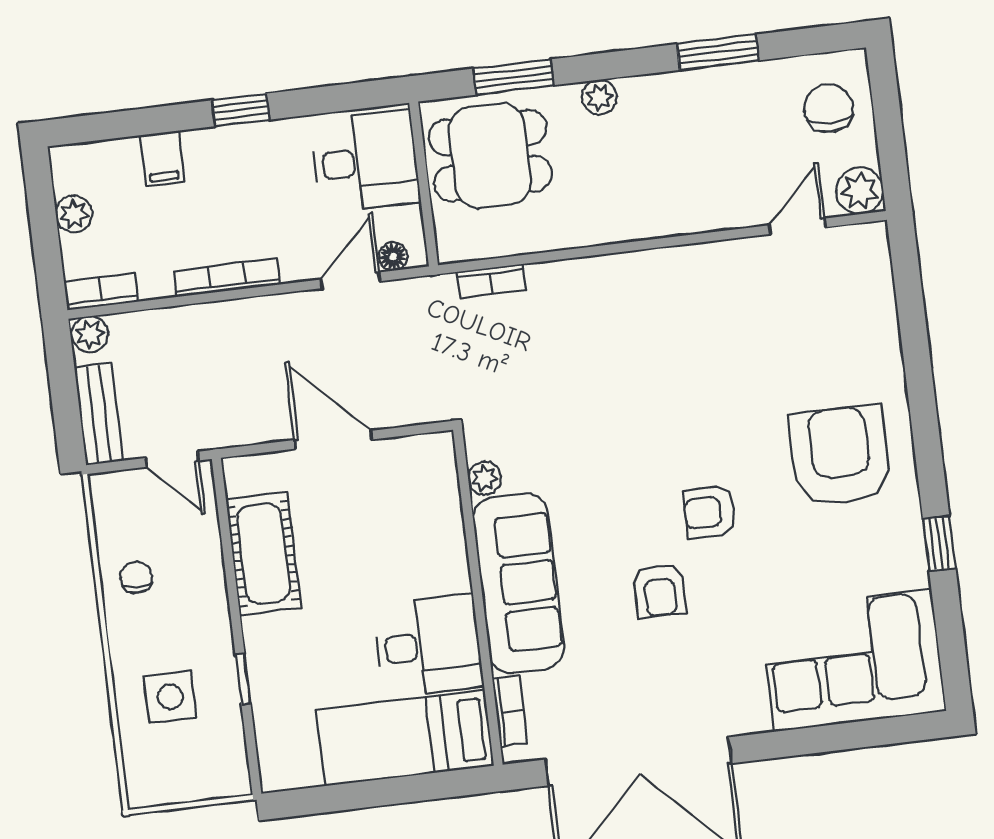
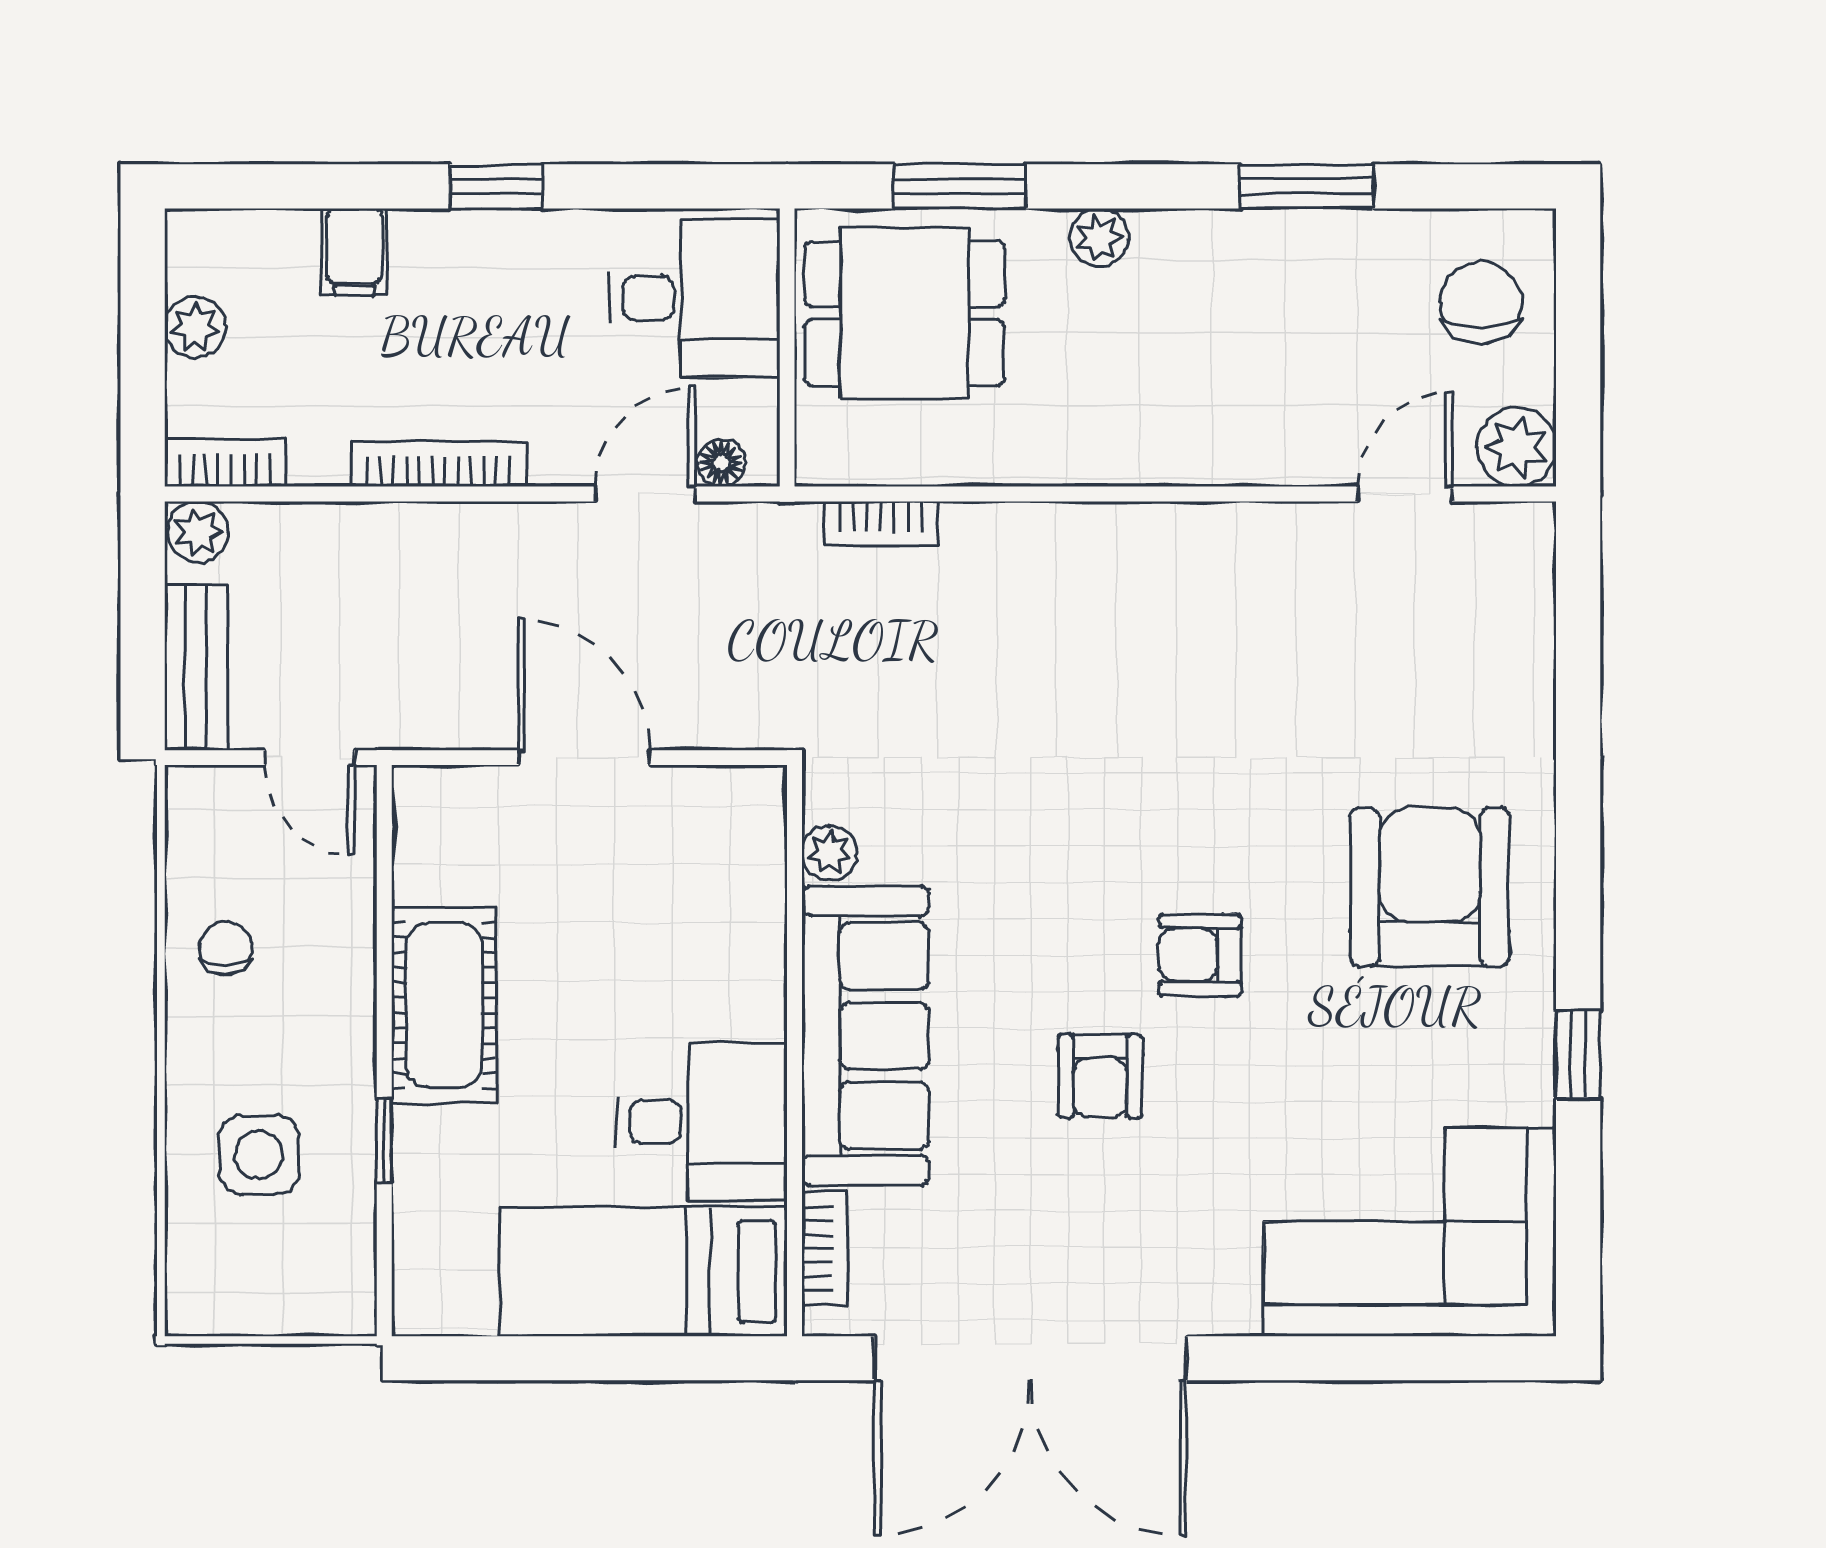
cot: (263, 553) -> (444, 1005), moved

